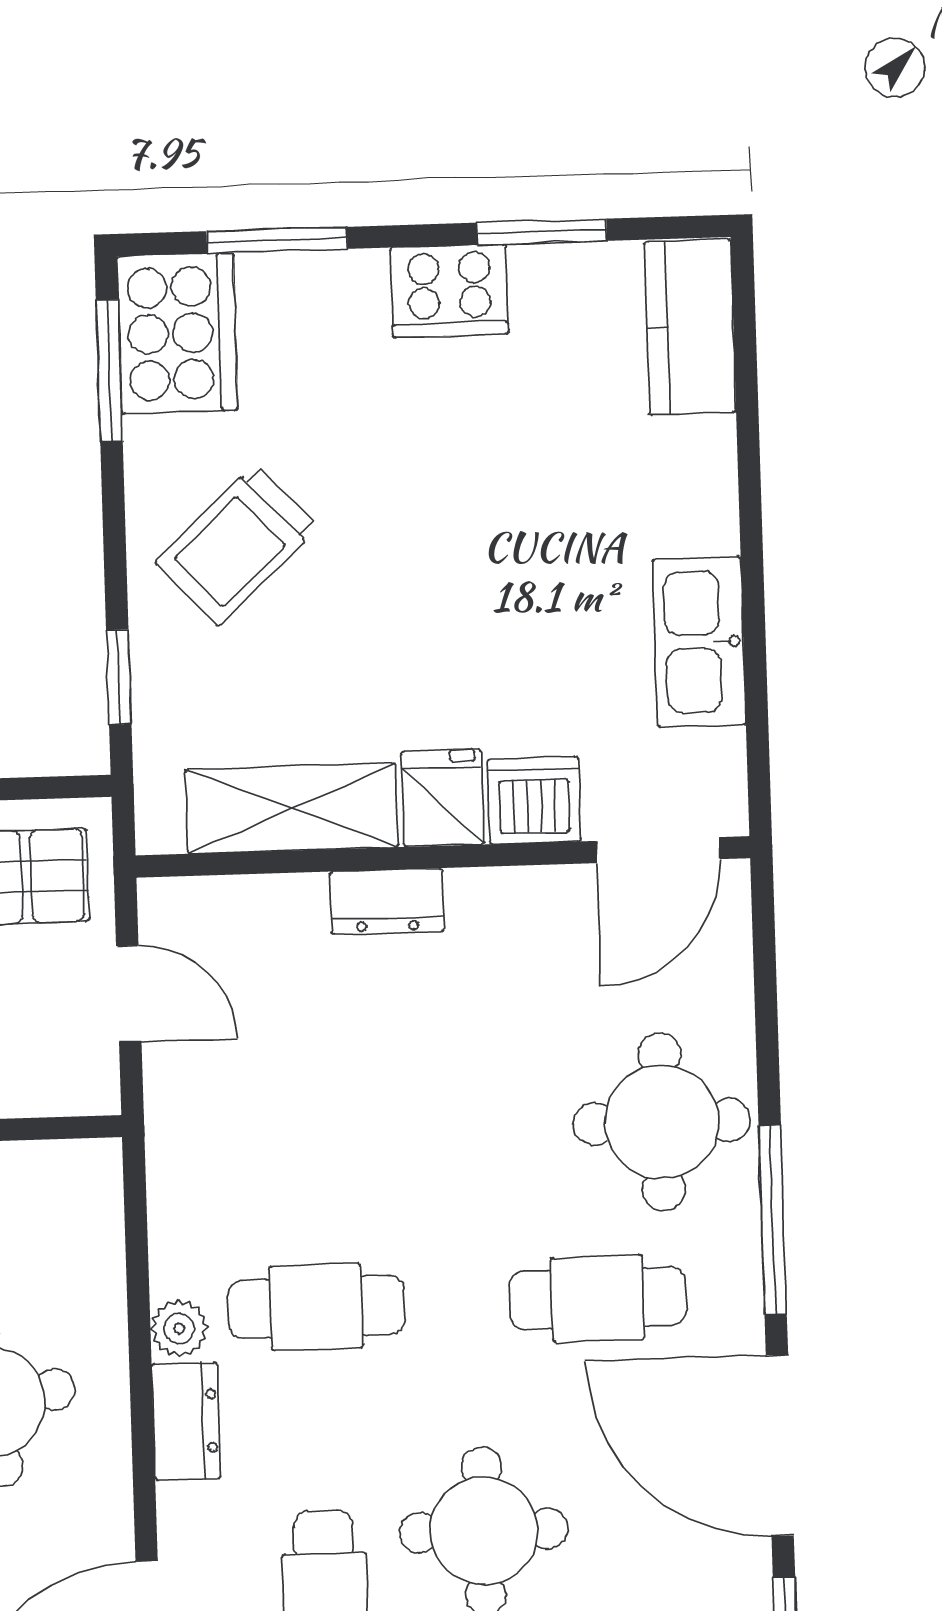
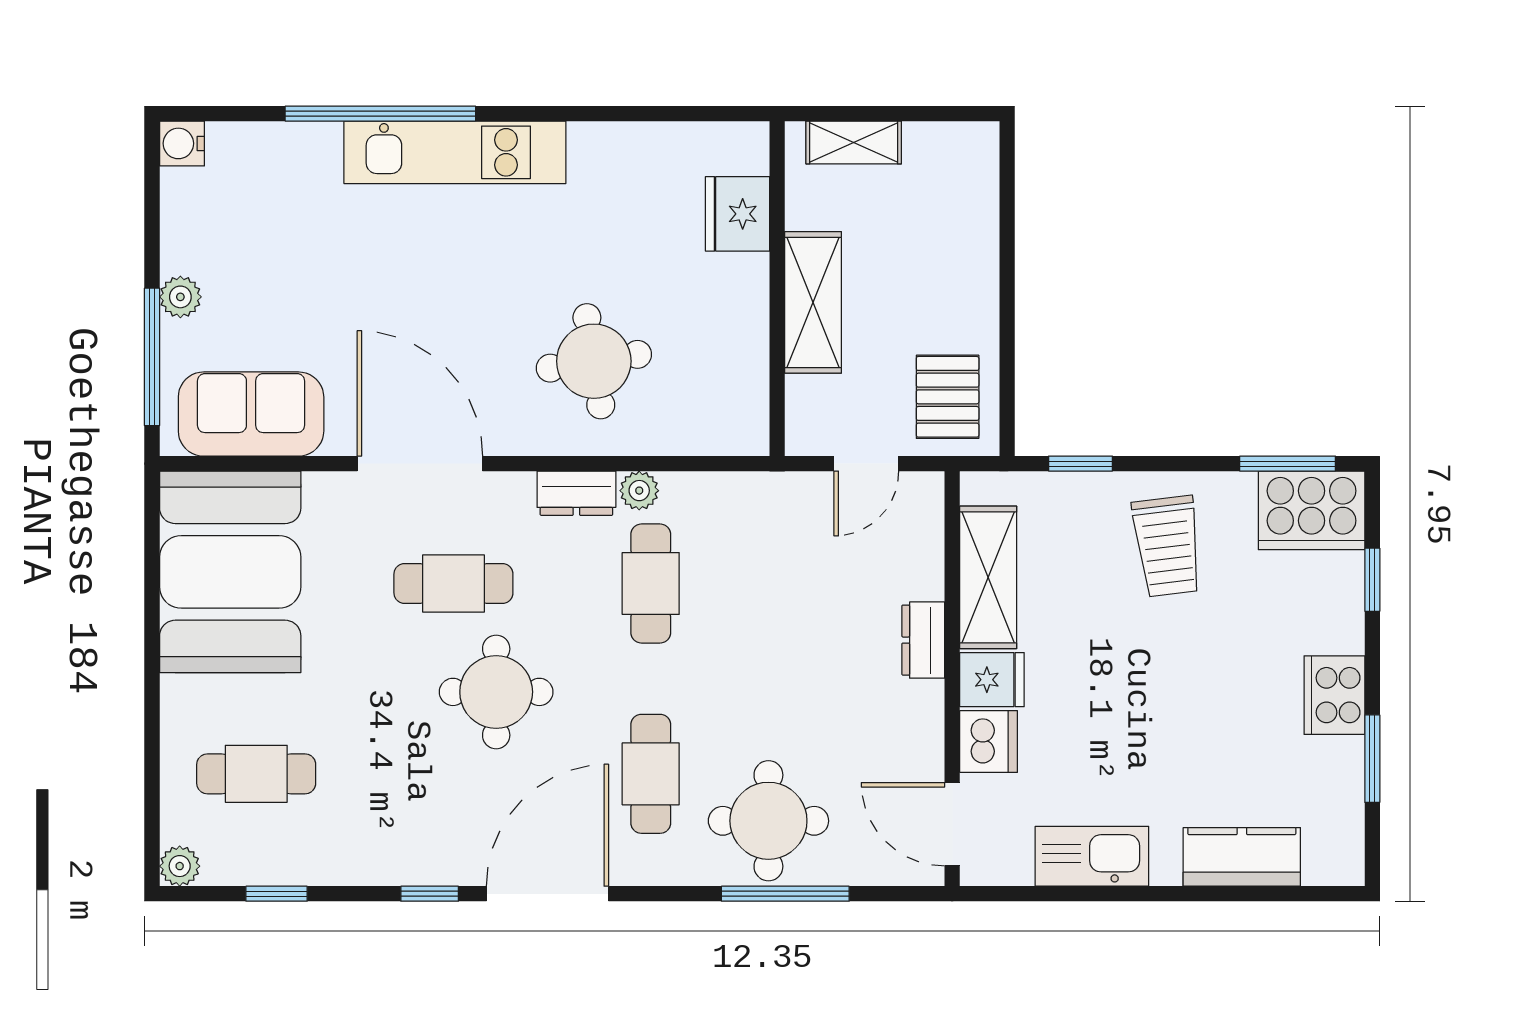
window: (277, 240) -> (1372, 580), width x0.67
kitchen counter: (690, 327) -> (1242, 857), moved
trolley: (237, 545) -> (1167, 546), turned -144
window: (773, 1220) -> (785, 894), moved

